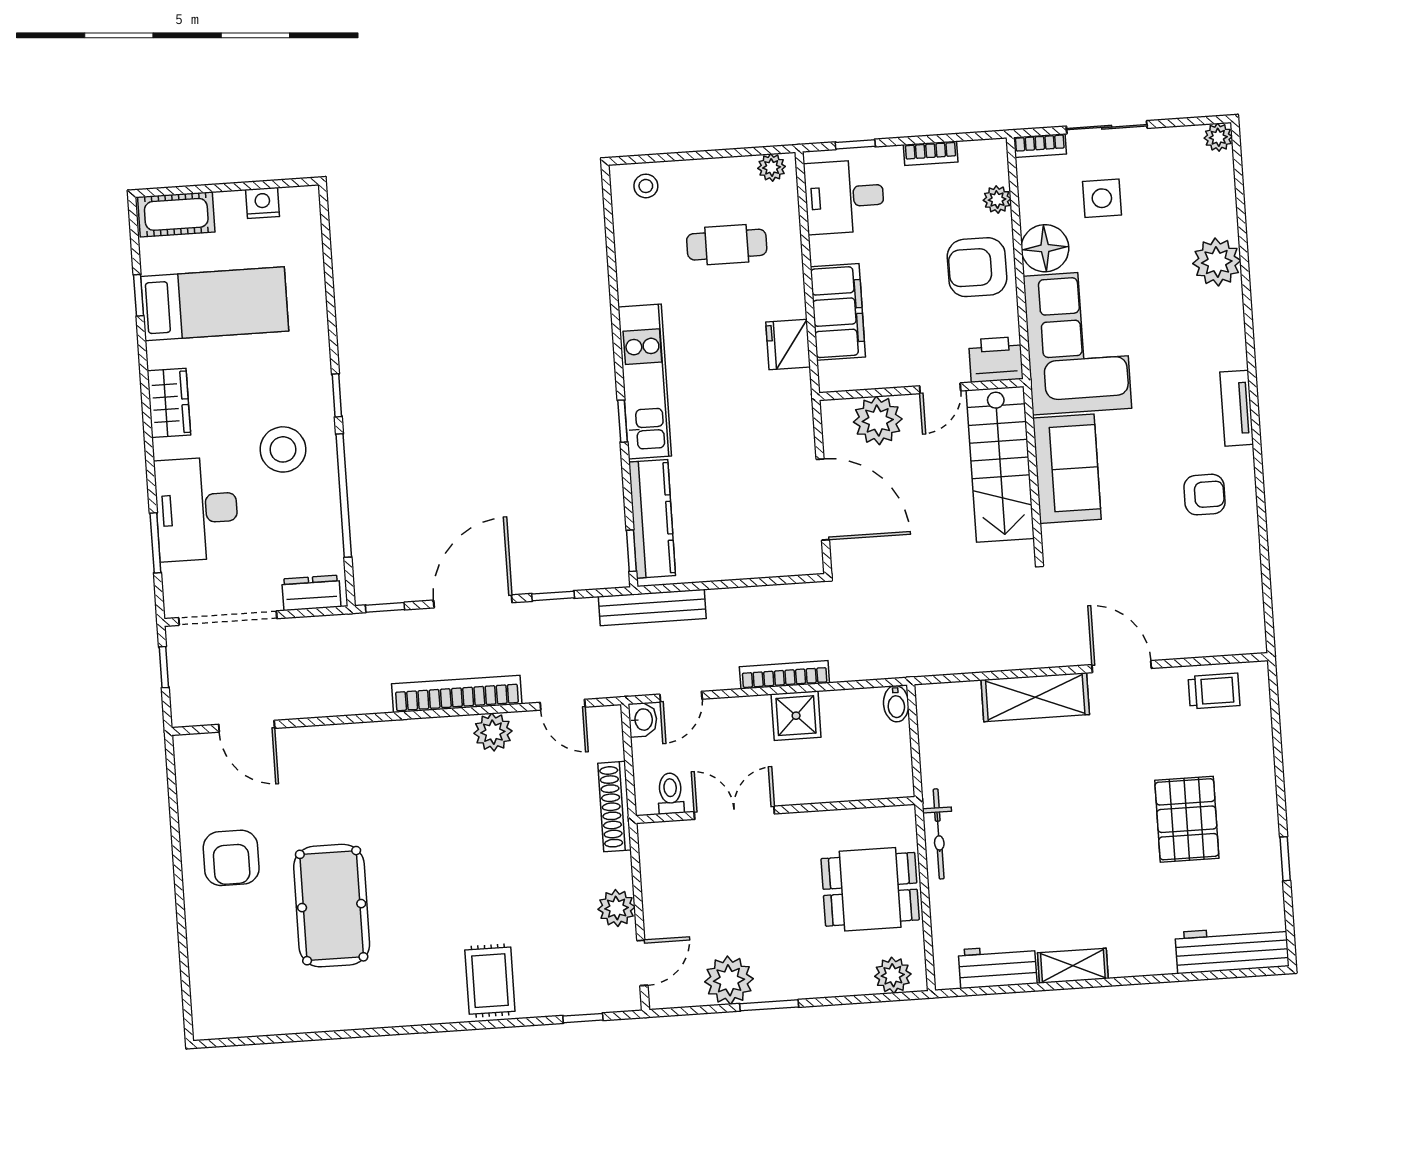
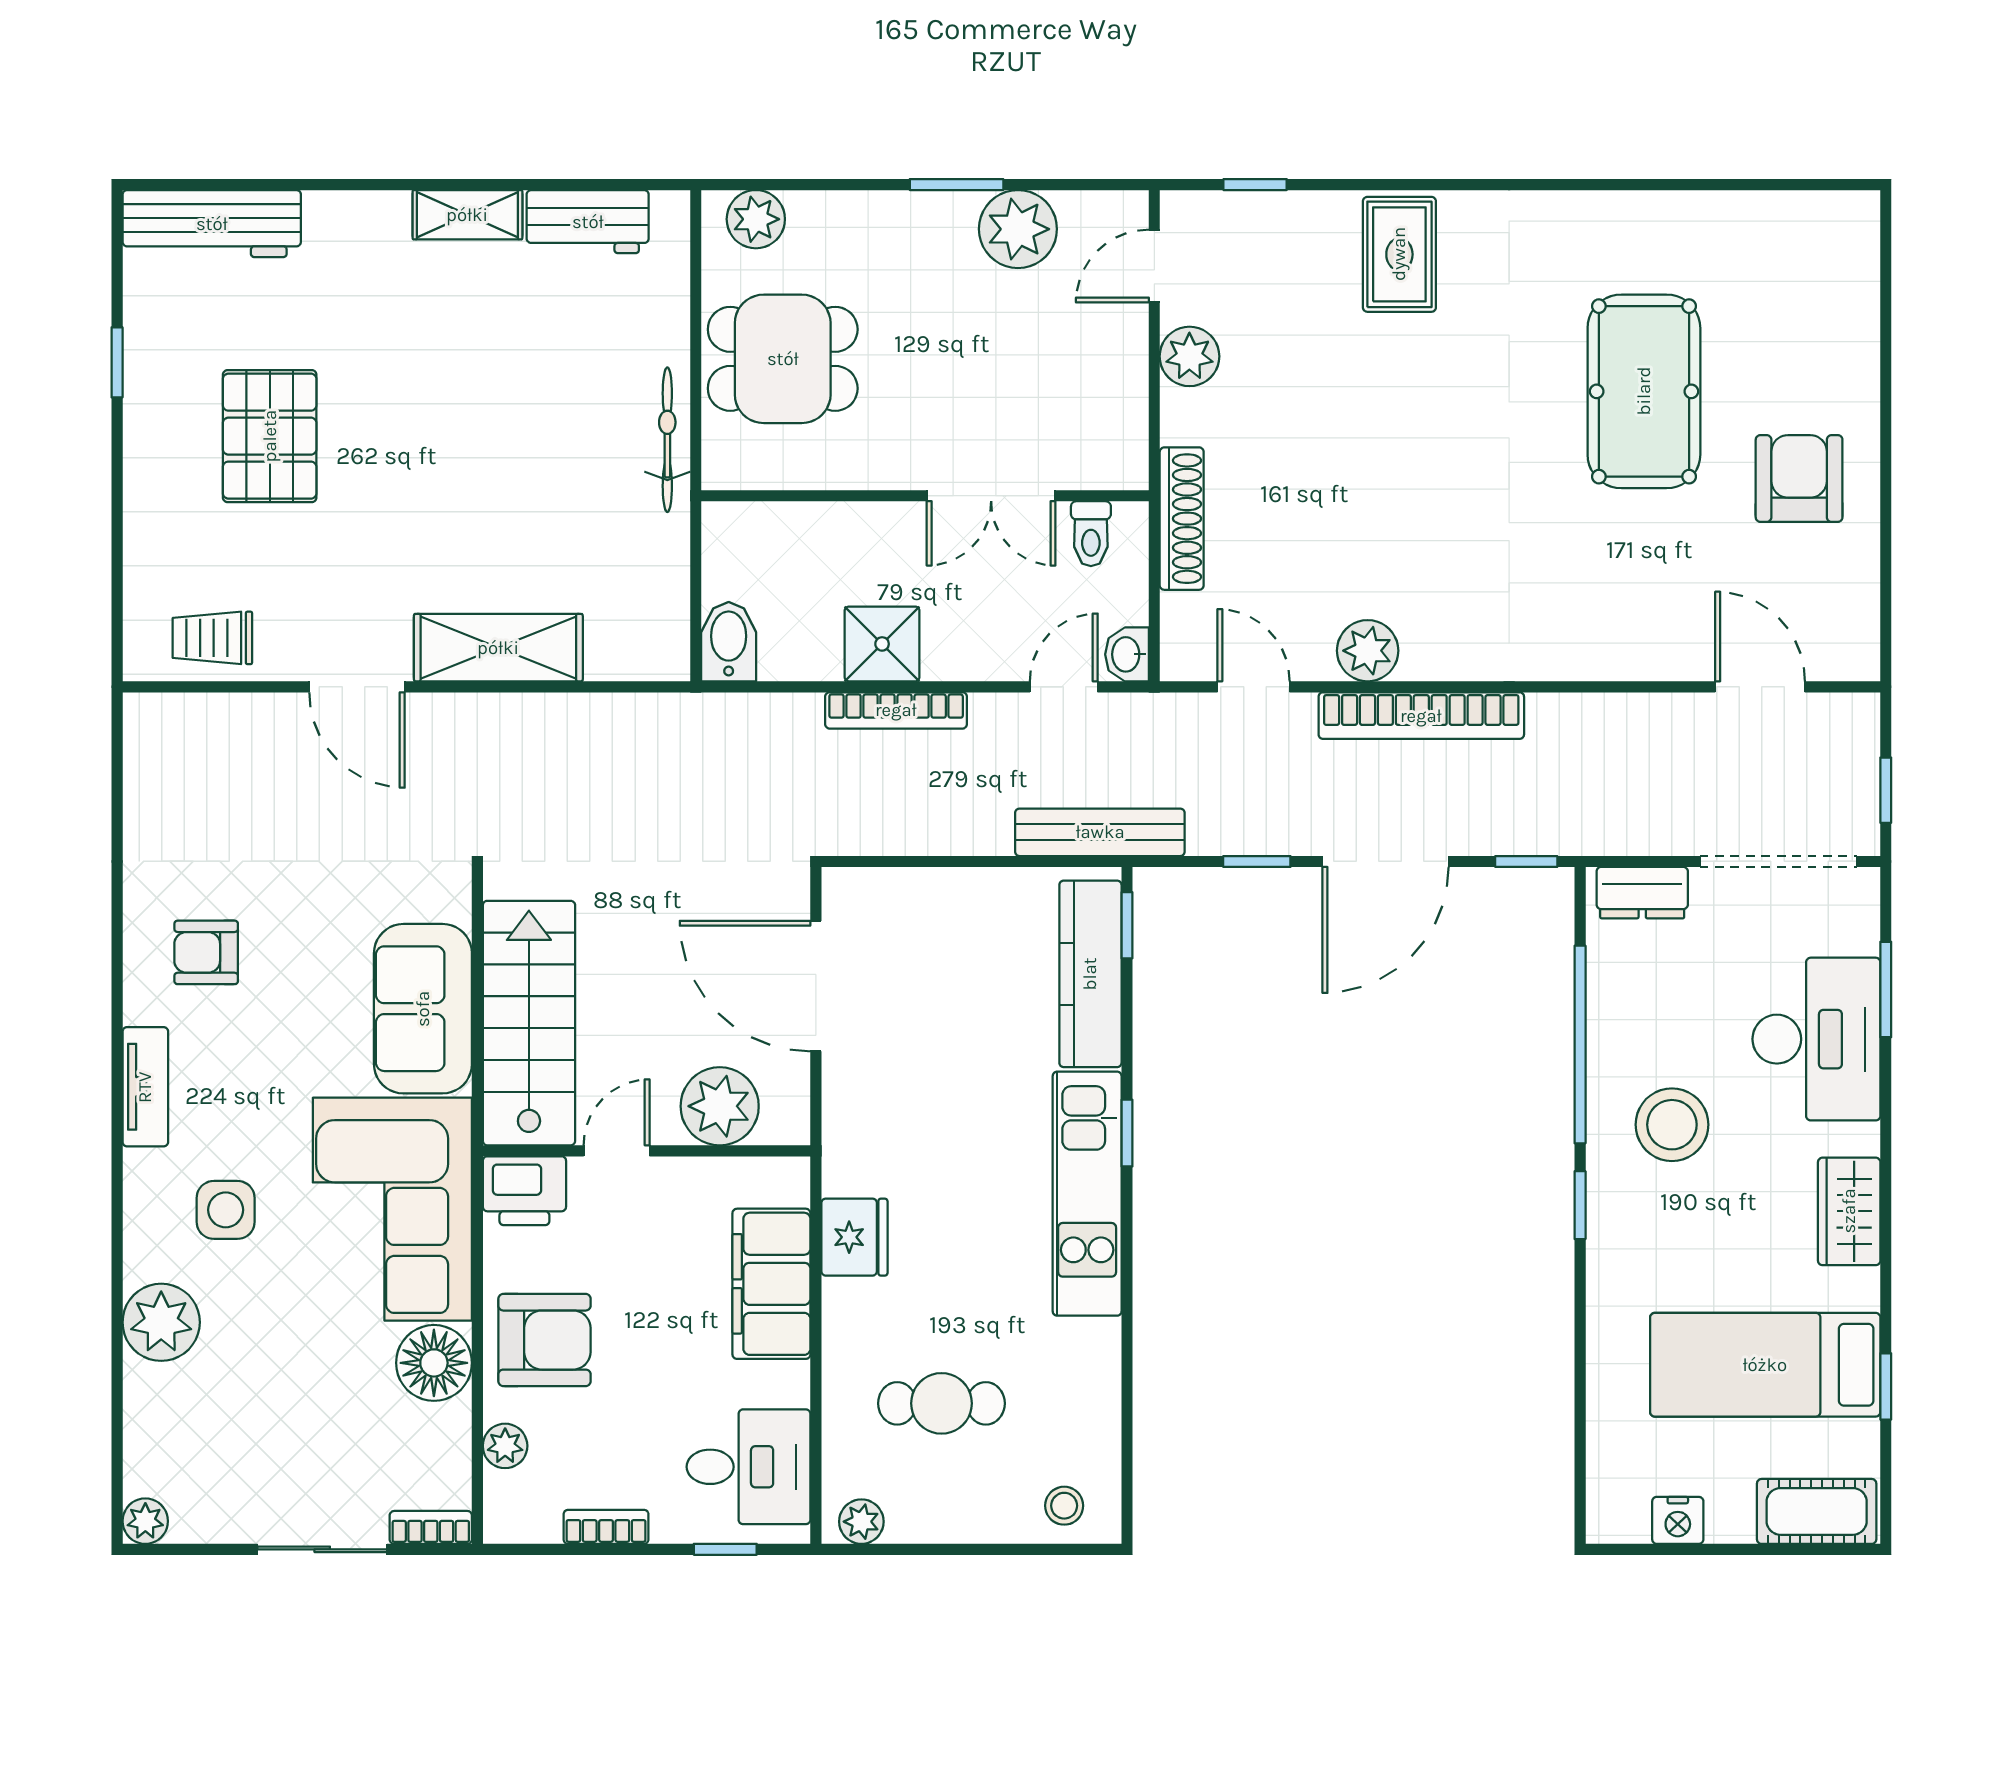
side table: (1102, 198) -> (226, 1210), moved
bidet: (896, 704) -> (729, 642), width x1.38, depth x1.36

